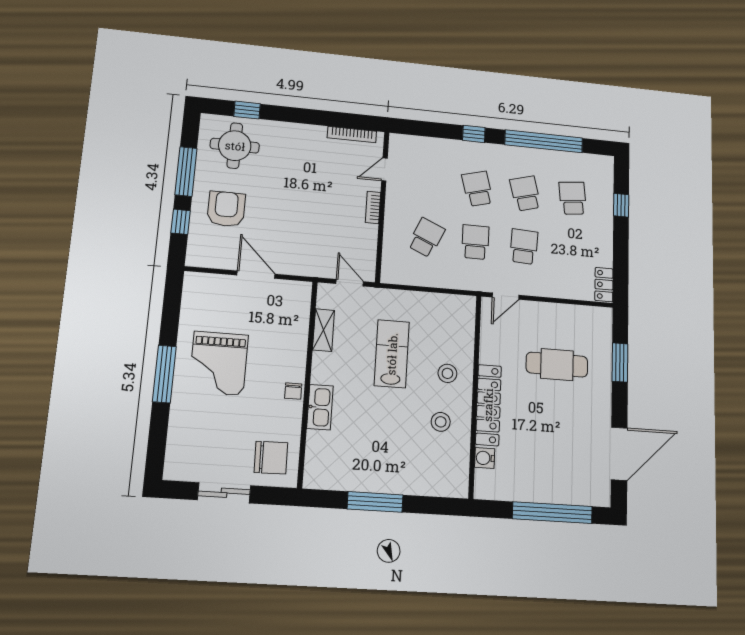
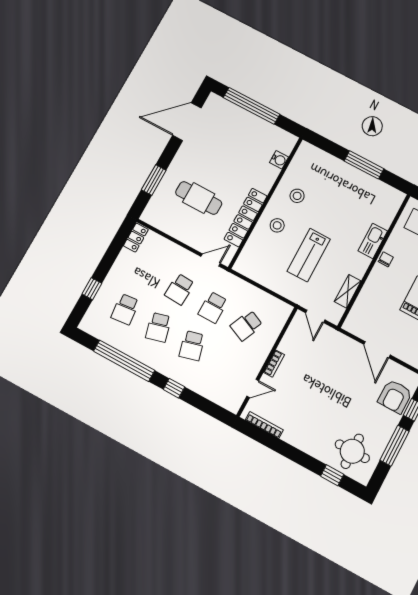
armchair: (226, 209) -> (395, 396), moved
locker: (488, 405) -> (246, 218), moved

